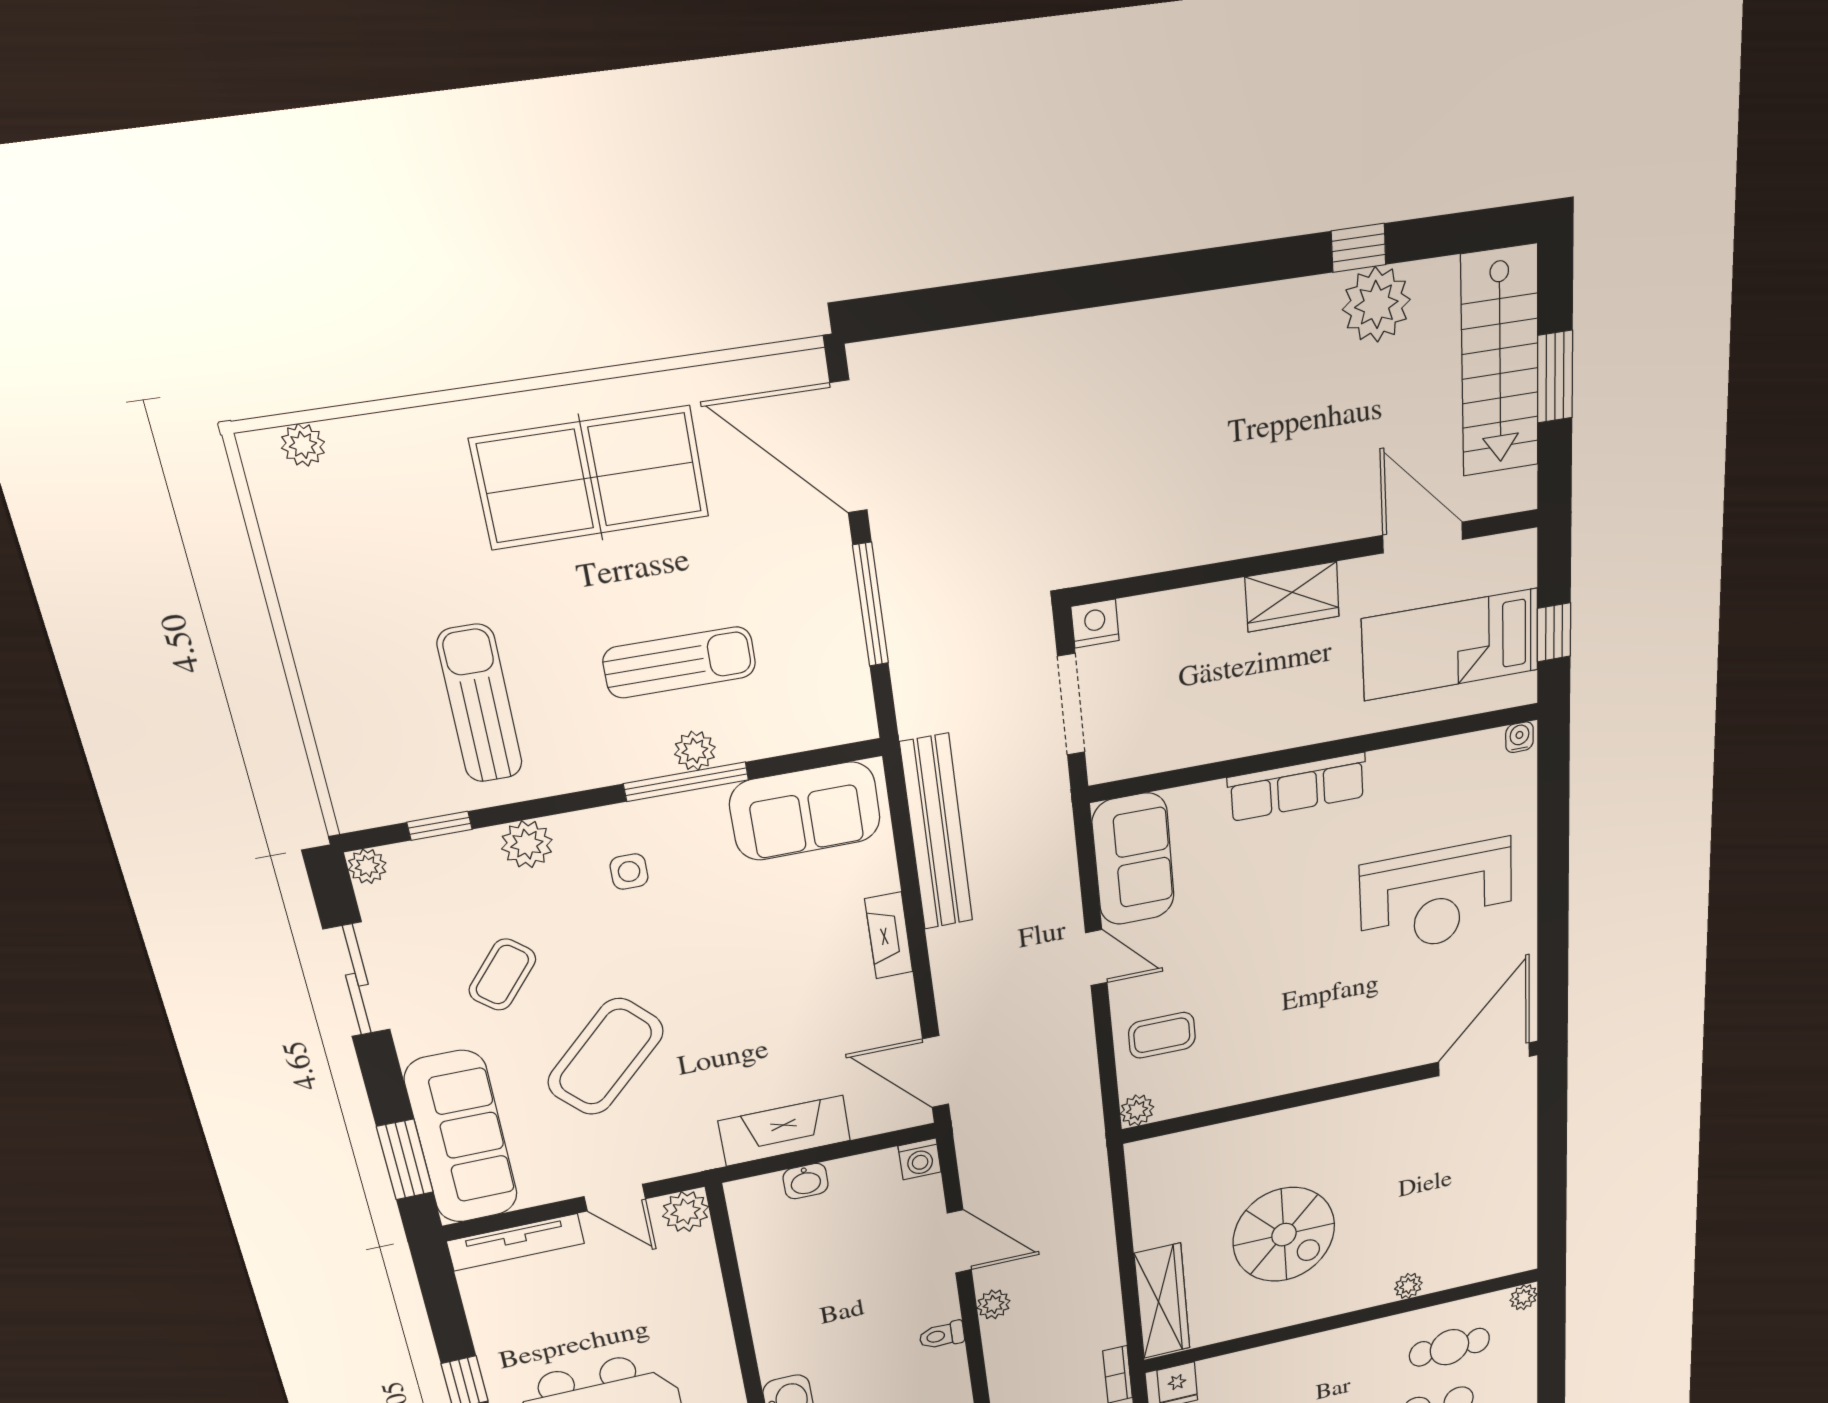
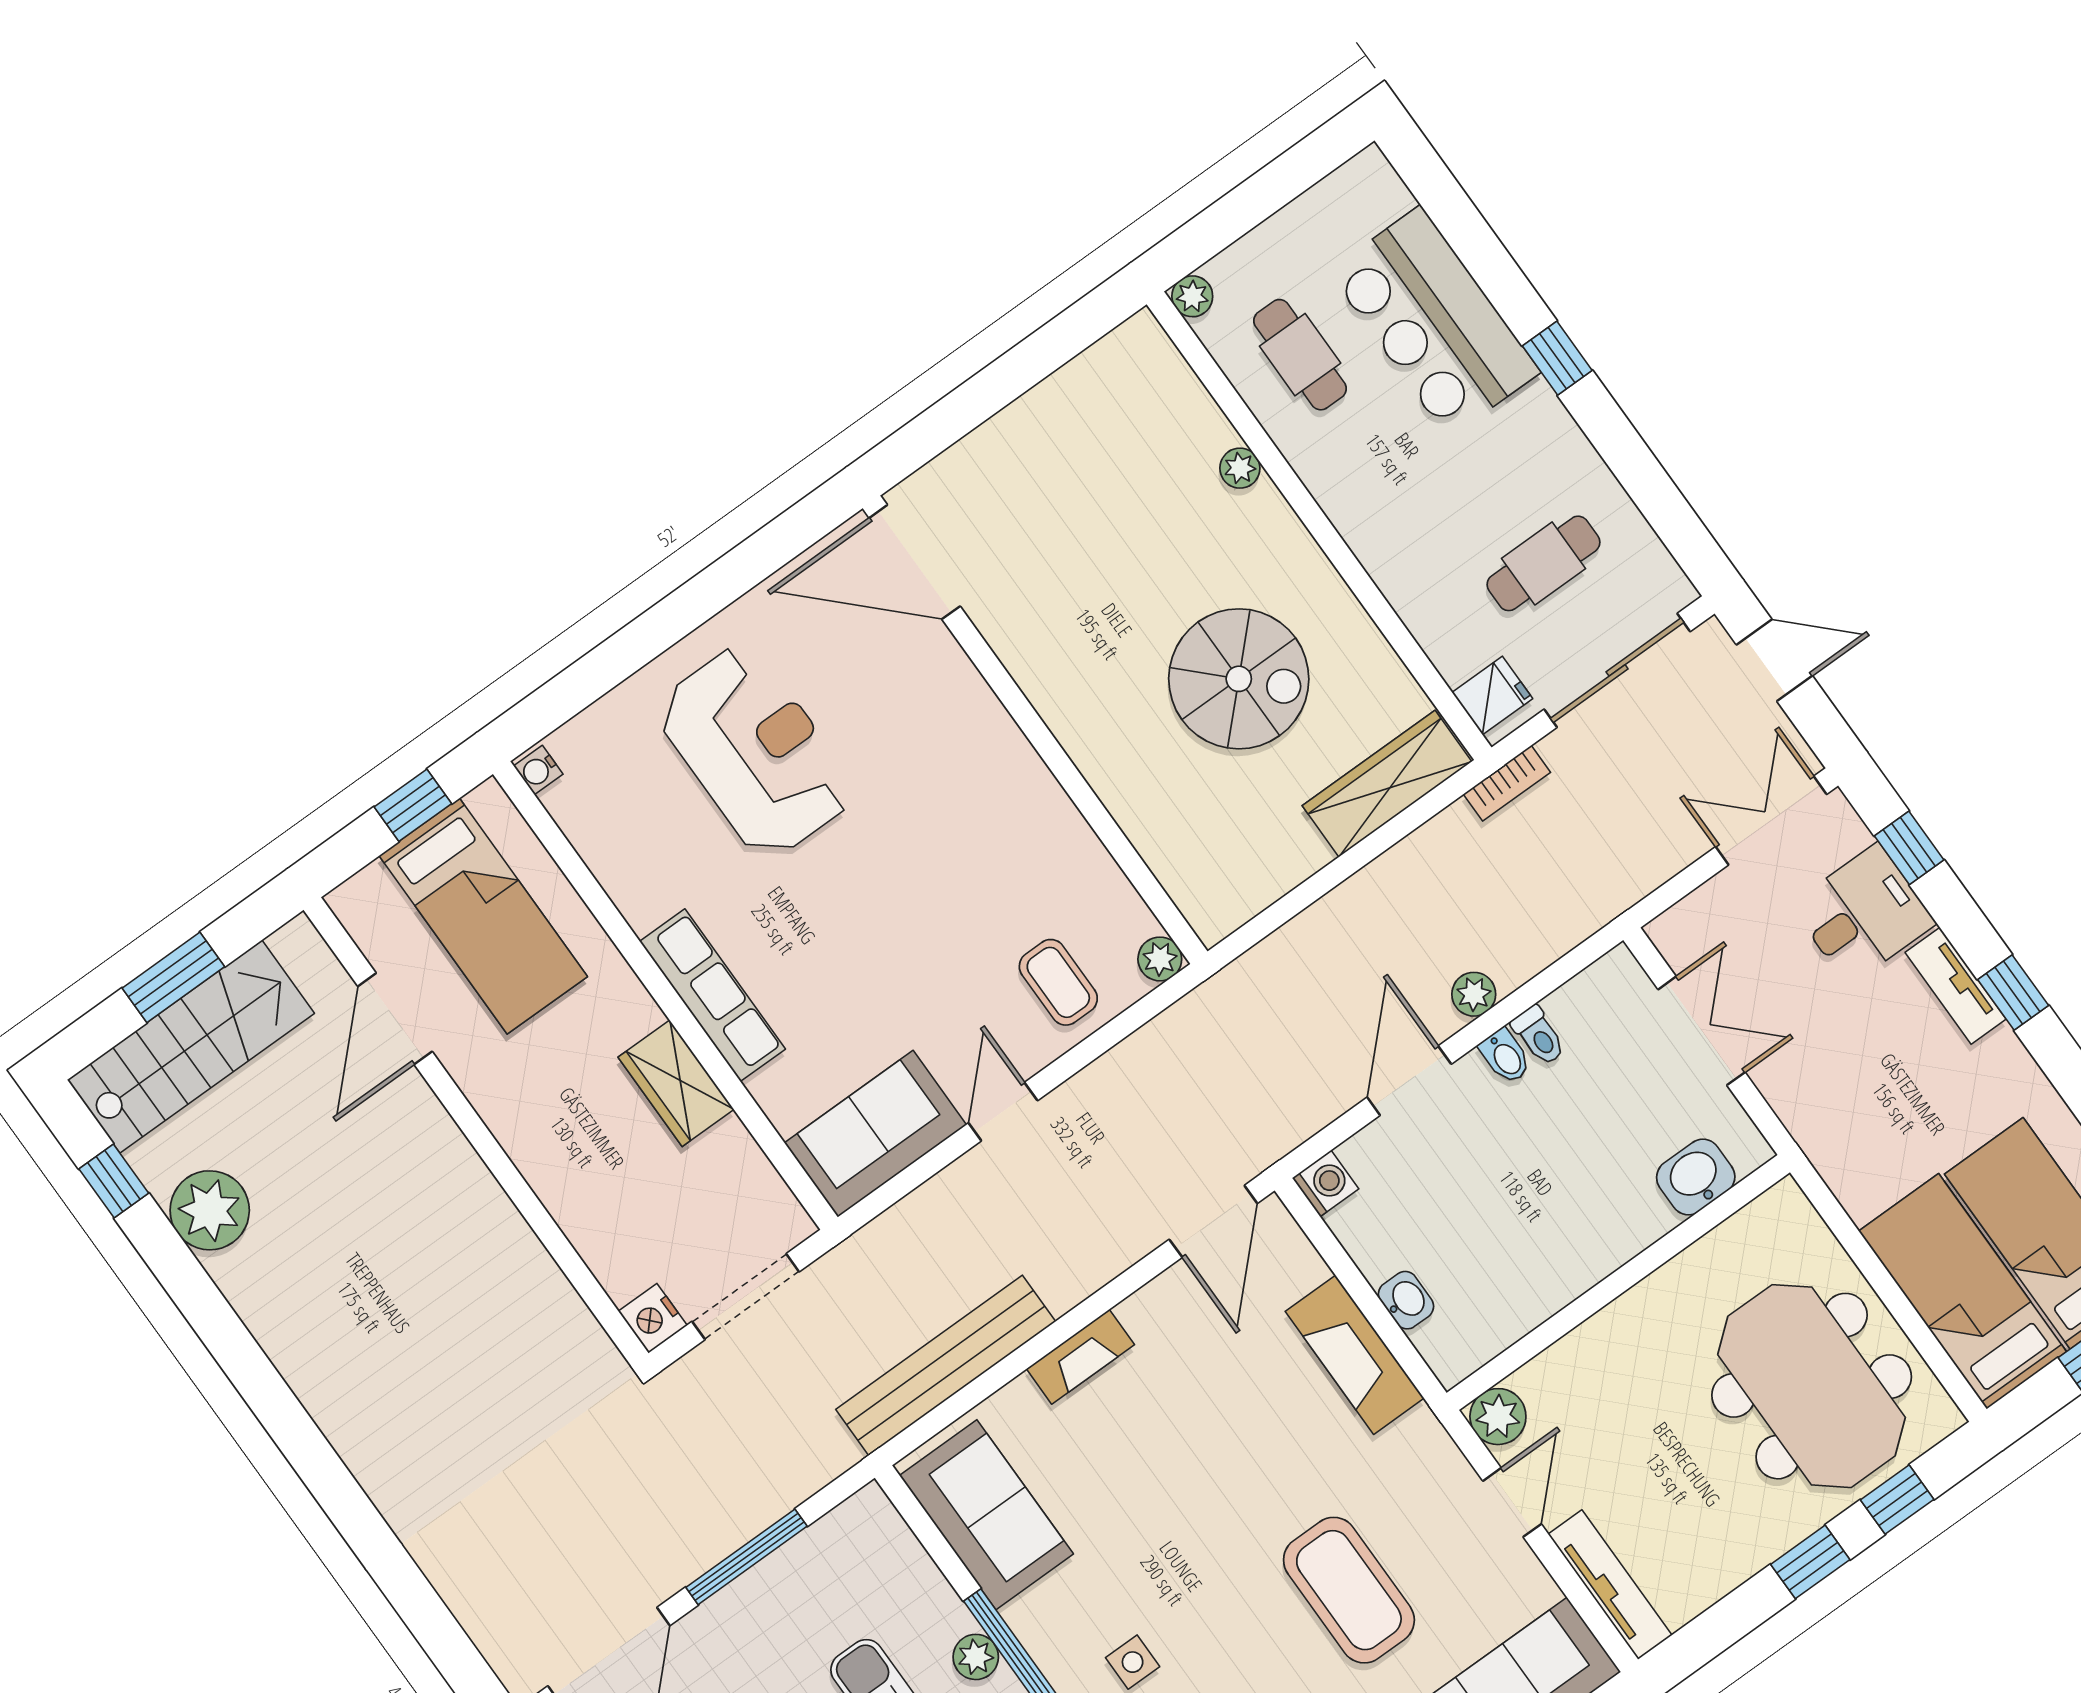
window: (1359, 248) -> (114, 1181), moved
wardrobe: (1292, 597) -> (676, 1083), moved, turned 180
coffee table: (606, 1057) -> (1349, 1590), turned 44
spiral stairs: (1284, 1235) -> (1239, 679), turned 90
bidet: (940, 1309) -> (1505, 1056), added

